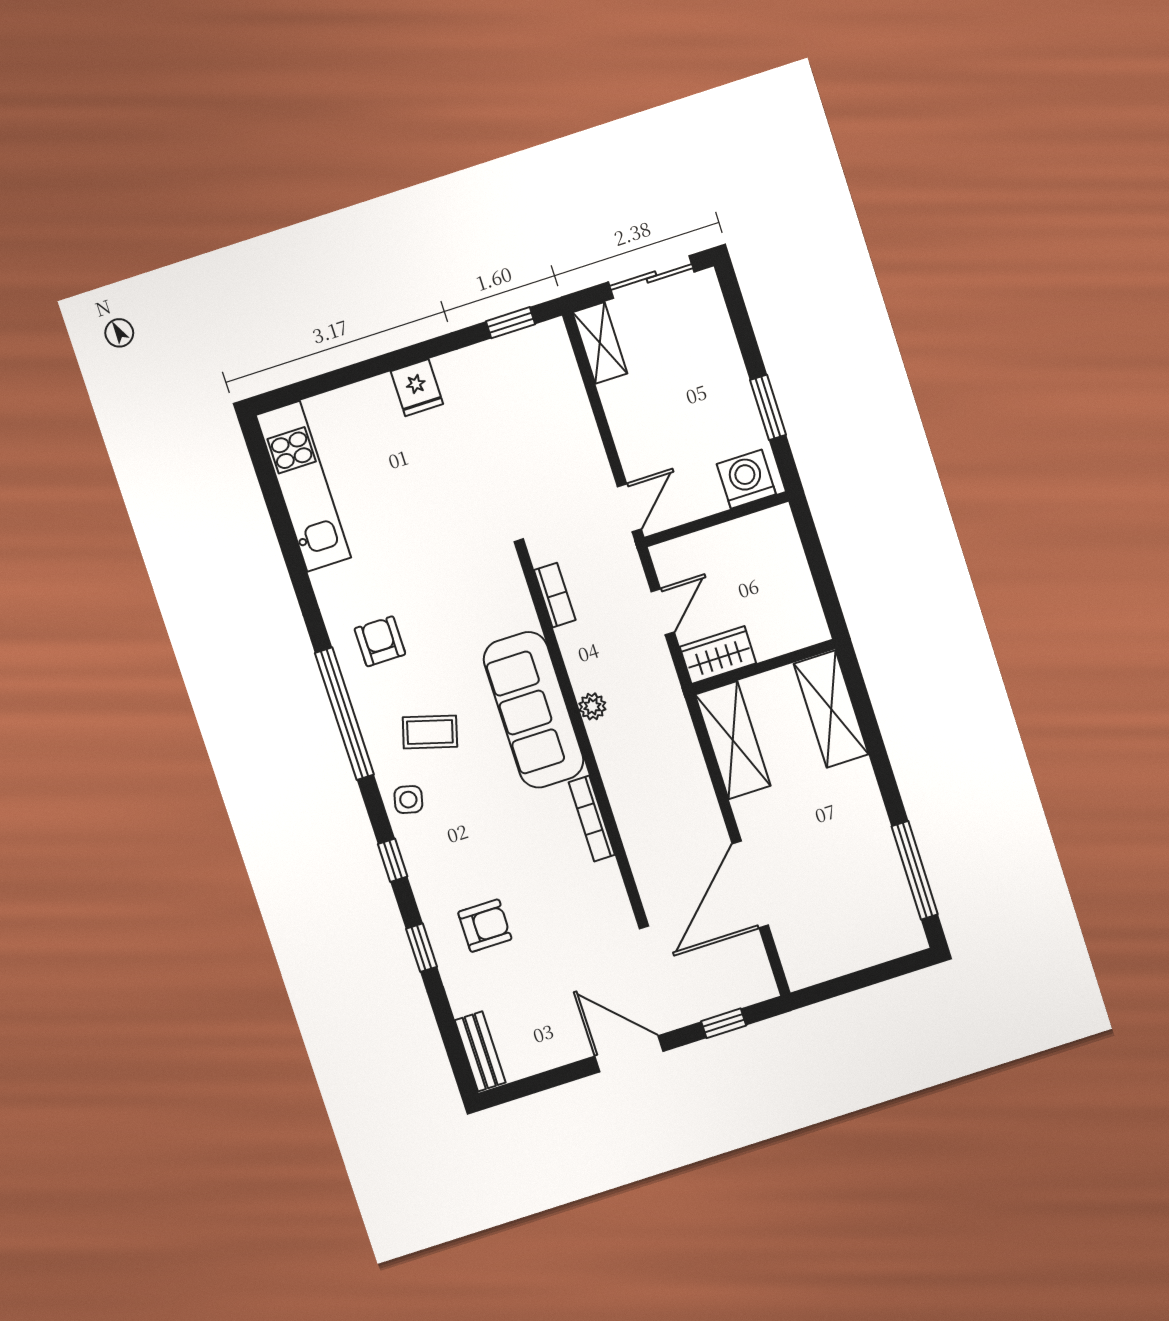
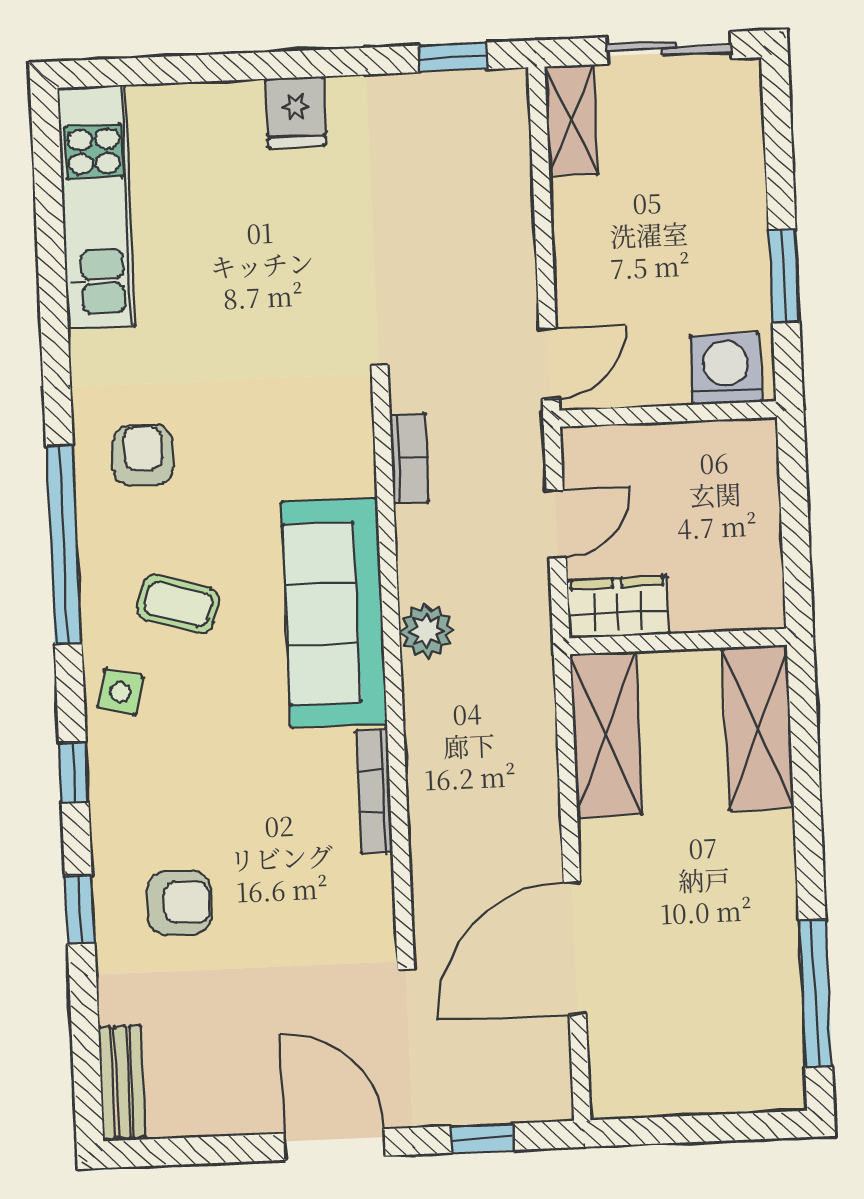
plant: (592, 706) -> (427, 631), width x1.38, depth x1.38

